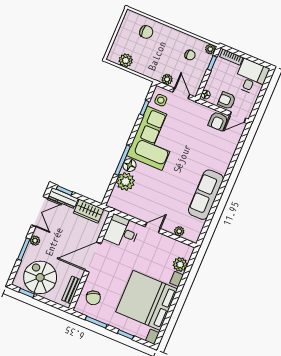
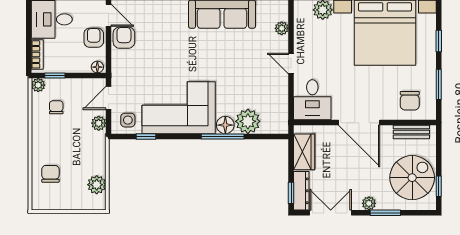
armchair: (227, 100) -> (94, 38), turned 180
armchair: (218, 121) -> (124, 38), turned -90
spiral stairs: (40, 277) -> (412, 178), turned 180
chair: (93, 298) -> (410, 101), turned 115

